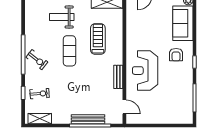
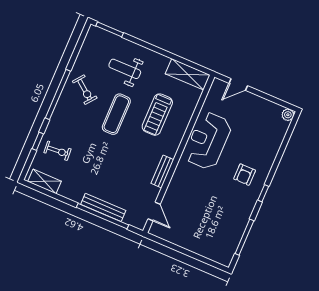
sofa: (183, 23) -> (269, 140), removed
treadmill: (98, 39) -> (157, 115), turned 180
exercise bike: (37, 60) -> (85, 90), moved
reception desk: (145, 71) -> (208, 141), moved

